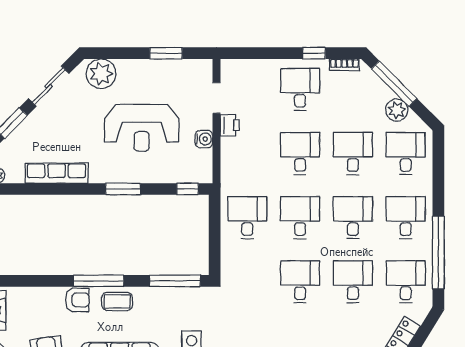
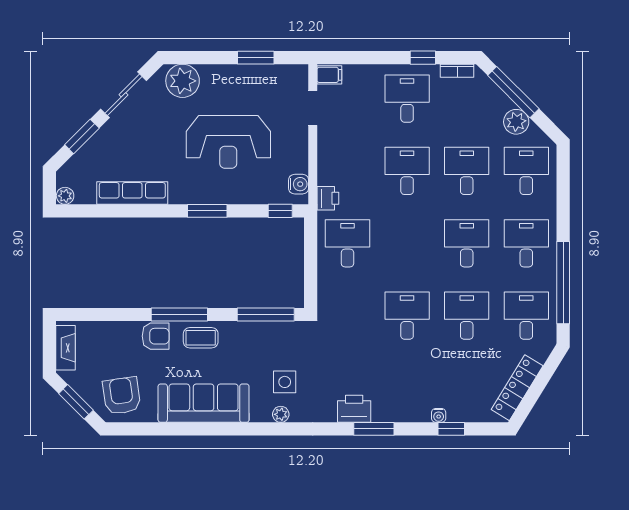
filing cabinet: (231, 68) -> (329, 75), added
printer: (230, 125) -> (328, 198), moved
water cooler: (204, 139) -> (299, 184), moved
desk: (300, 218) -> (407, 243), removed

